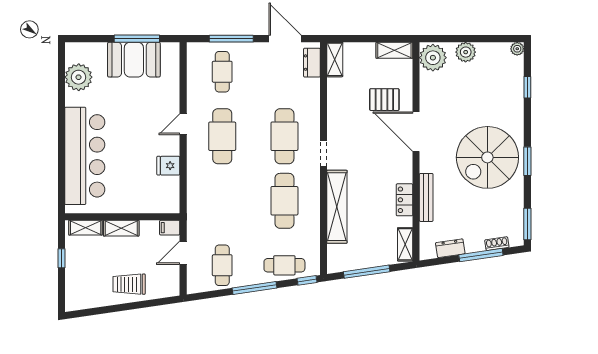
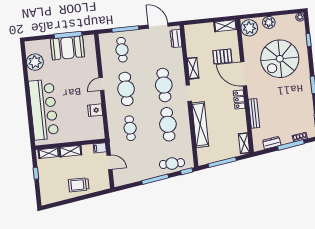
shelving: (335, 59) -> (193, 68), moved
spiral stairs: (487, 157) -> (280, 59), moved
locker: (404, 200) -> (239, 99), moved
door: (183, 253) -> (110, 162), swing flipped
cafe table: (222, 265) -> (130, 128), moved

